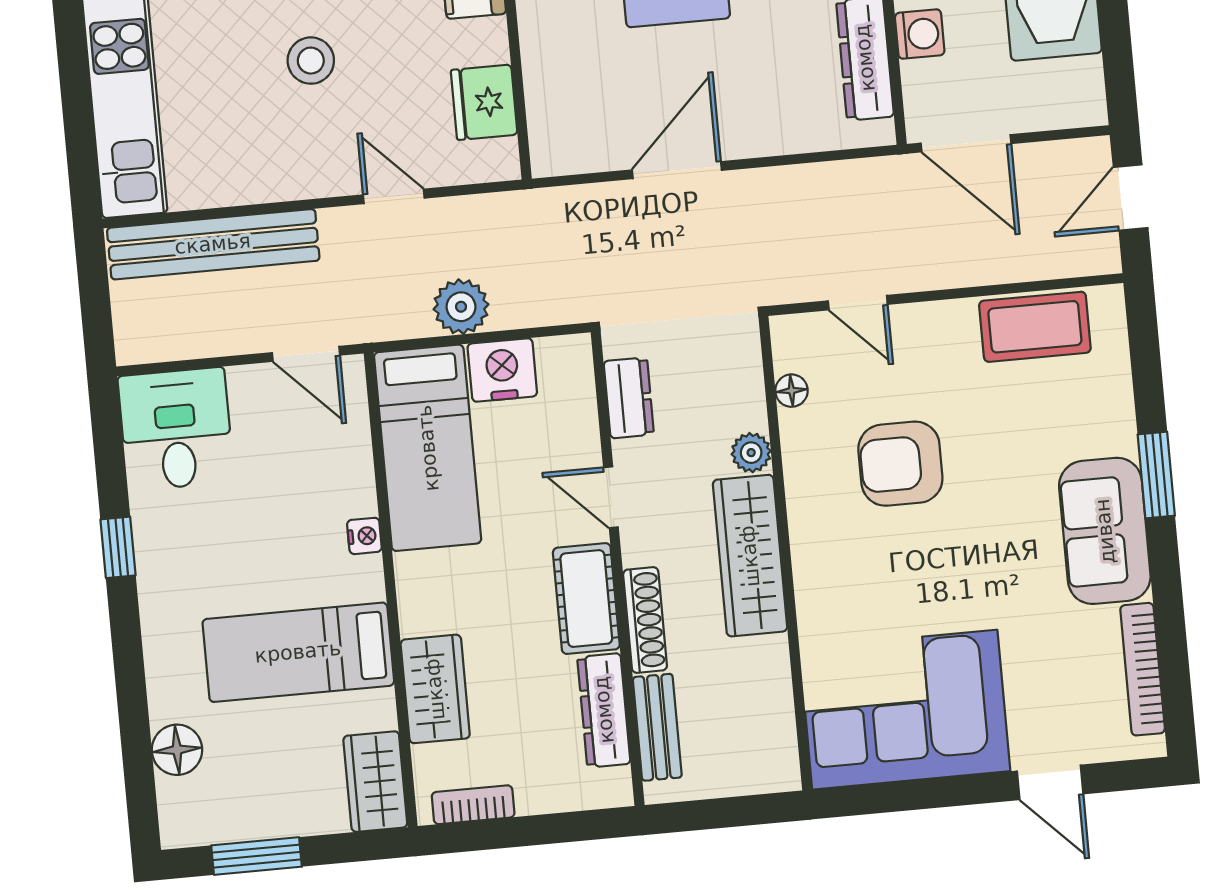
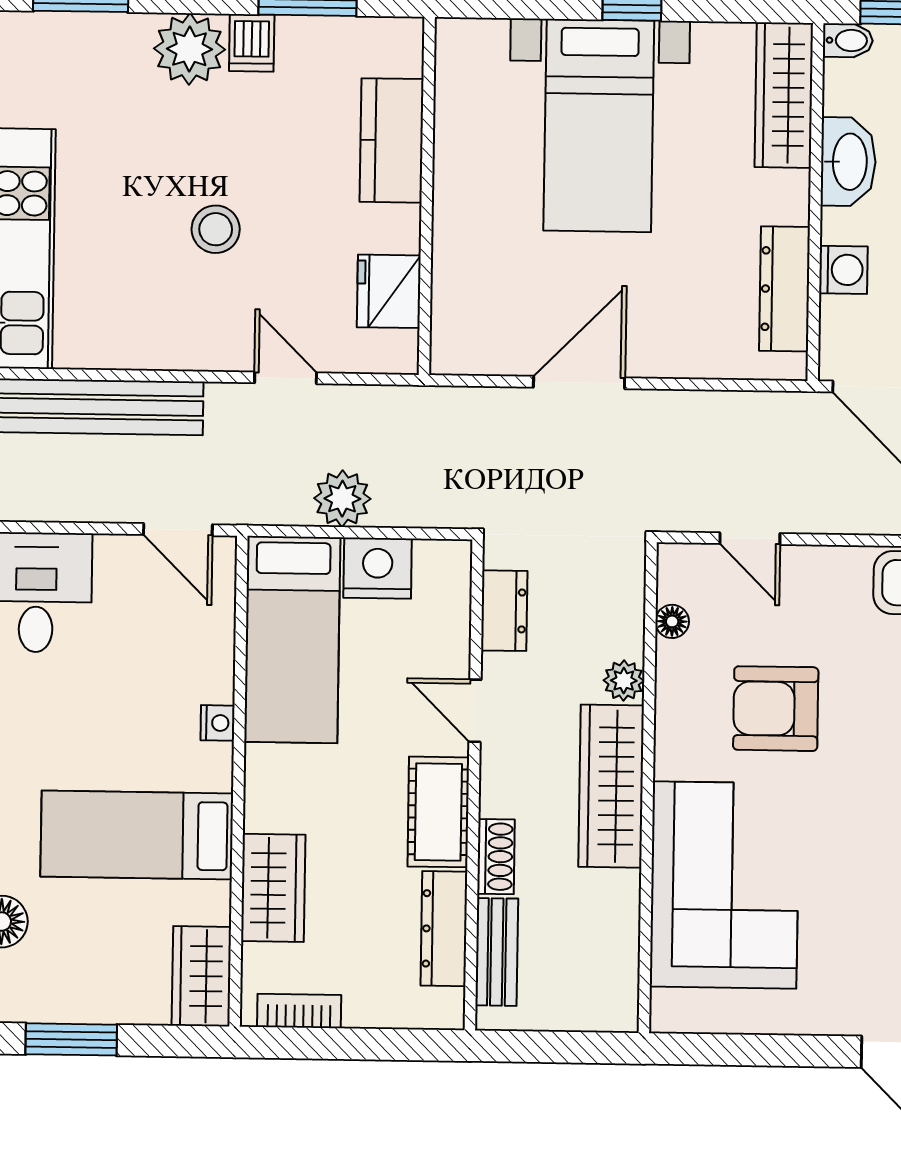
shoe rack: (645, 620) -> (496, 857), width x0.70
corner sofa: (905, 710) -> (725, 885), moved, turned 90

